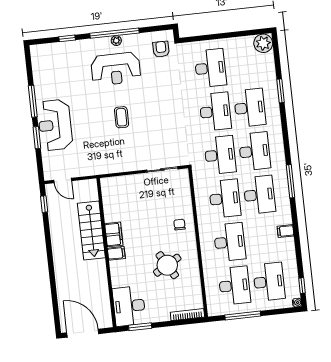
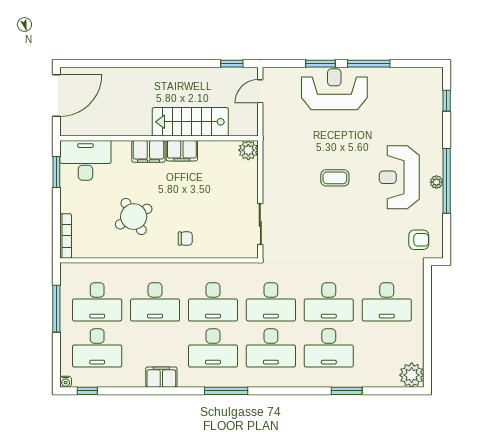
window: (67, 38) -> (447, 101), moved
plant: (108, 185) -> (248, 150), added
filing cabinet: (286, 231) -> (161, 377), width x2.00
filing cabinet: (116, 253) -> (148, 151), width x2.00

